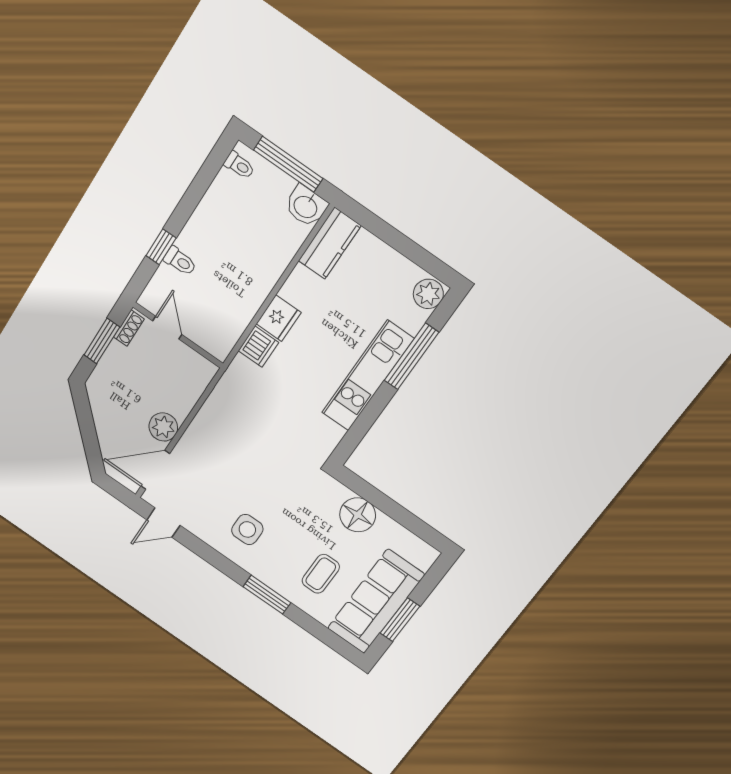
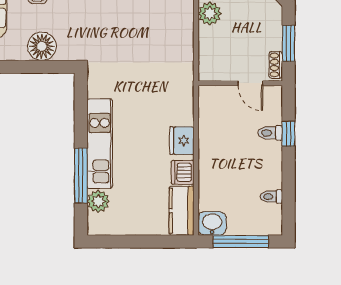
toilet: (239, 165) -> (271, 197), moved
plant: (428, 294) -> (98, 201), moved
dishwasher: (258, 347) -> (183, 172), moved

